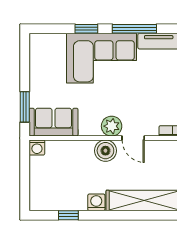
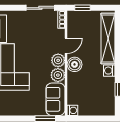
plant: (90, 126) -> (58, 75), added

